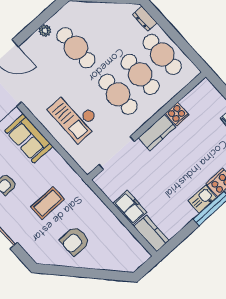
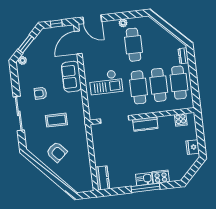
cooker: (177, 114) -> (181, 120), moved
checkout: (75, 116) -> (106, 82), turned -90
freezer: (130, 208) -> (100, 155), removed
armchair: (75, 241) -> (57, 152), turned -131

